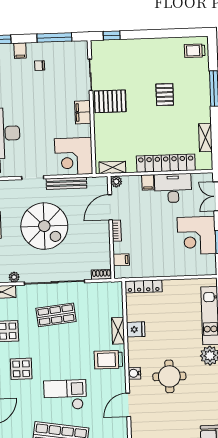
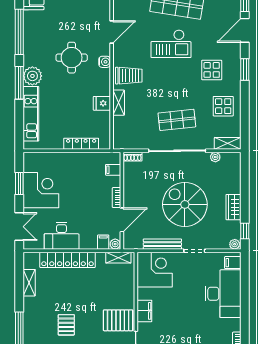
filing cabinet: (148, 182) -> (103, 242), moved
locker: (144, 286) -> (81, 144), moved

